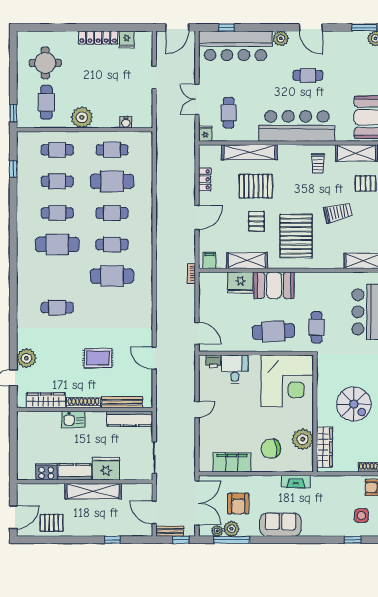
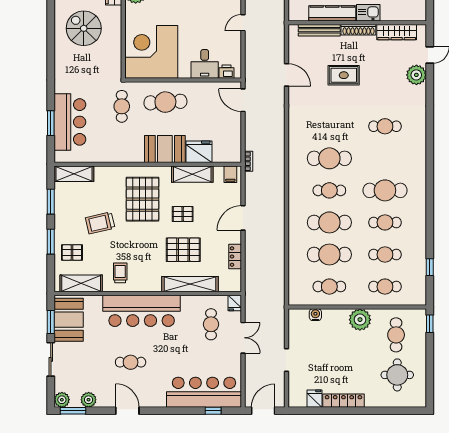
plant: (281, 38) -> (89, 400), moved
cafe table: (112, 213) -> (329, 222), width x1.37, depth x1.35
pallet: (256, 221) -> (183, 214), turned 90
kitchen counter: (130, 419) -> (332, 13), moved

